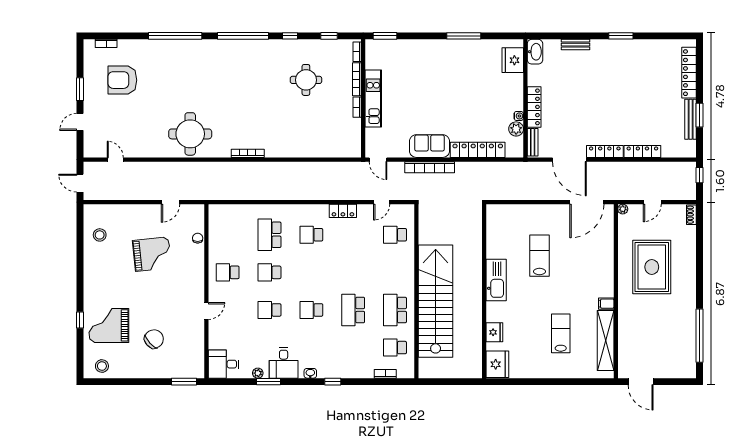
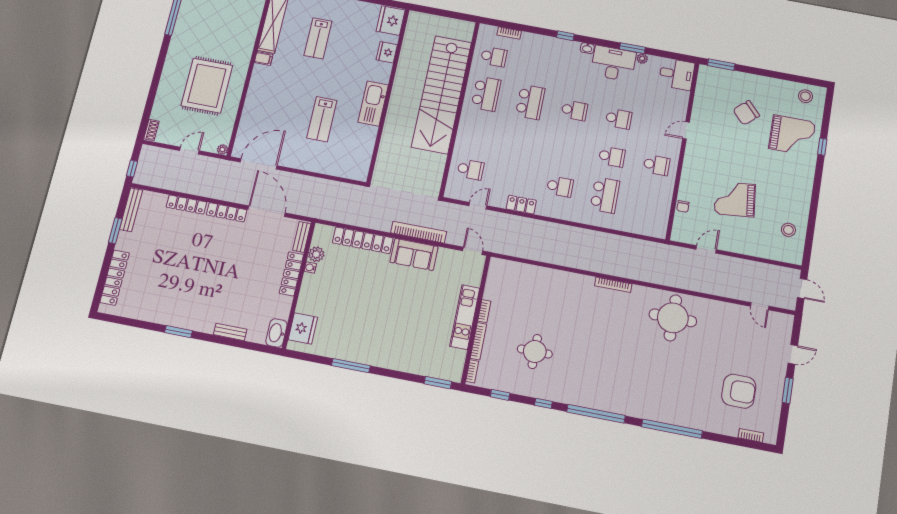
bench: (691, 119) -> (131, 210), moved
desk: (284, 363) -> (613, 63), width x1.37

